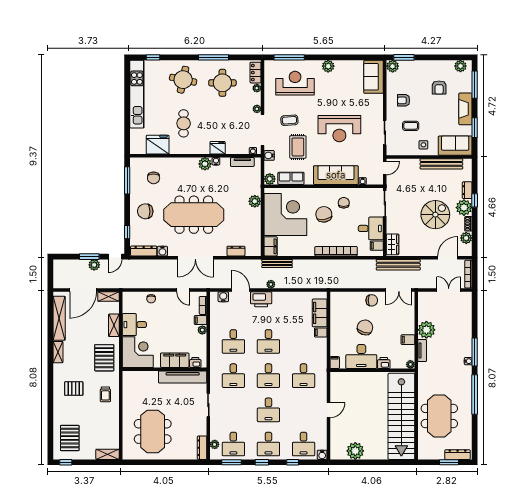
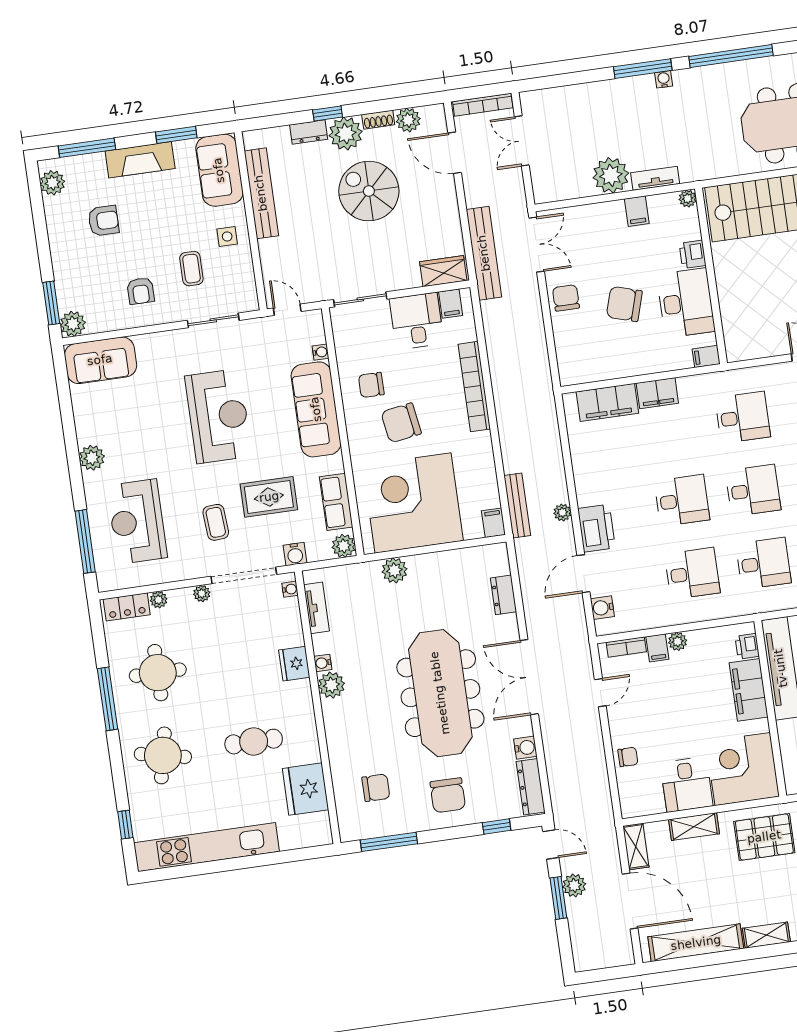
filing cabinet: (271, 246) -> (494, 523), width x0.50
double door: (195, 258) -> (529, 677), swing flipped
filing cabinet: (321, 332) -> (657, 393), width x2.00

